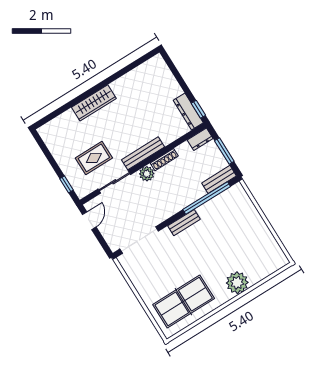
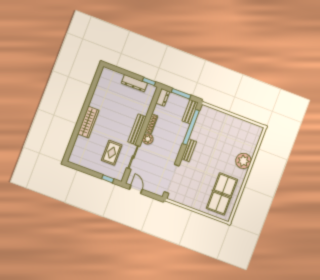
dresser: (188, 112) -> (134, 83), moved

